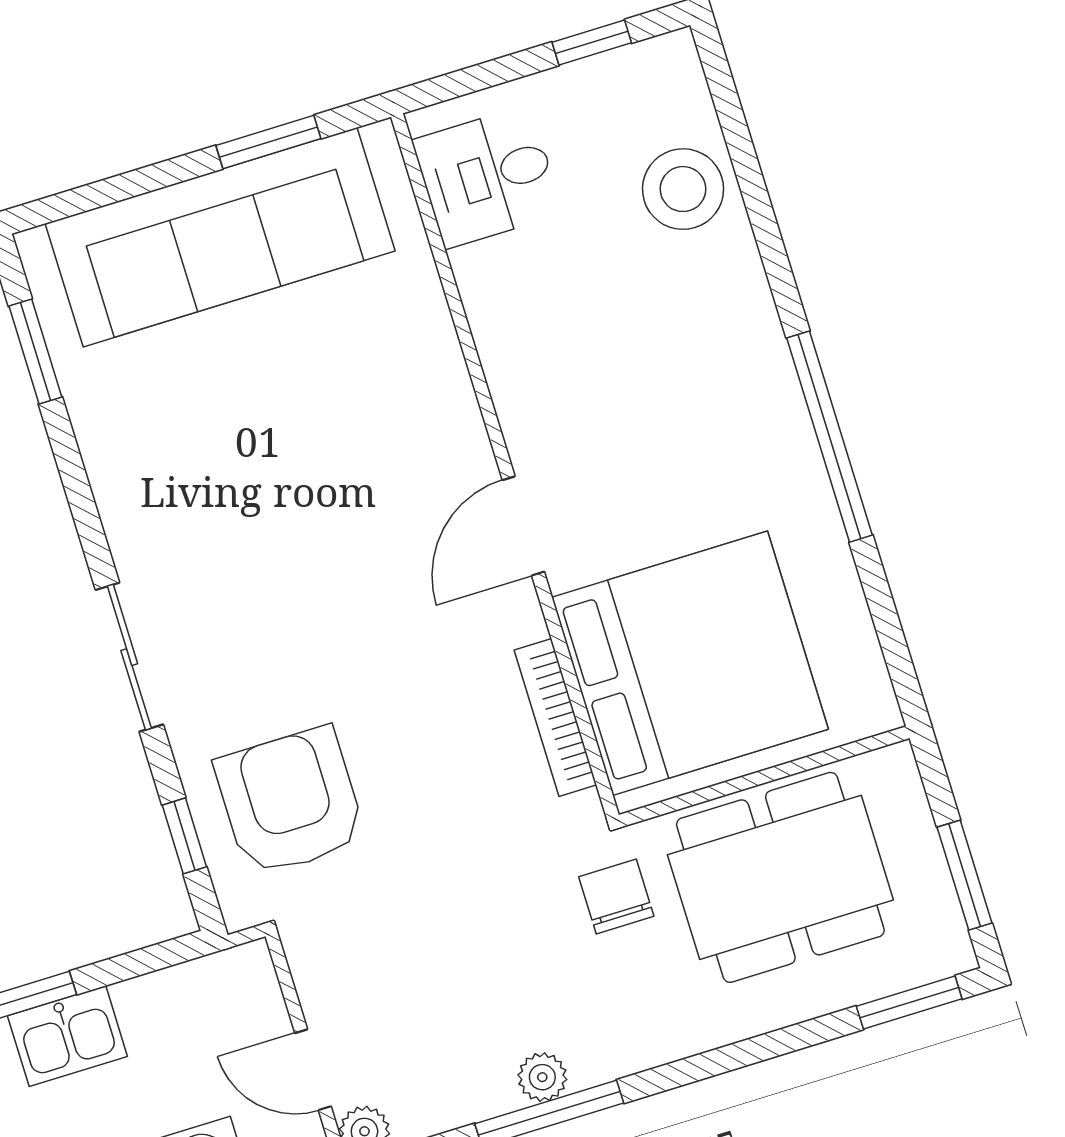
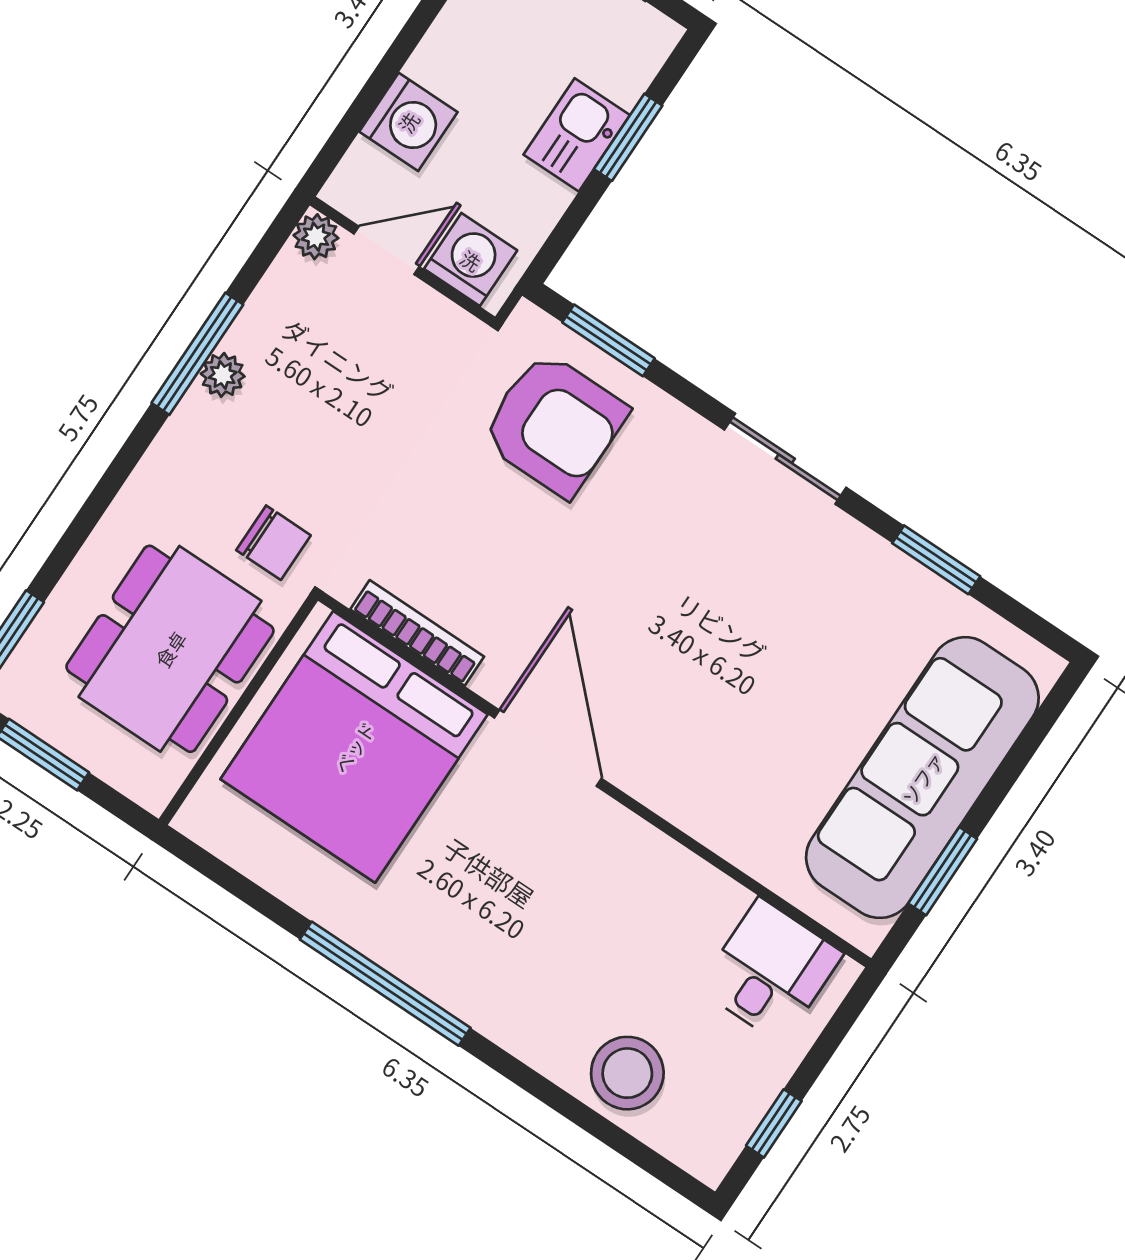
window: (35, 351) -> (936, 560), moved
door: (523, 526) -> (548, 748), width x1.36
sliding door: (129, 657) -> (785, 459), moved
window: (184, 836) -> (608, 340), width x1.50
washing machine: (247, 1003) -> (471, 260), added

